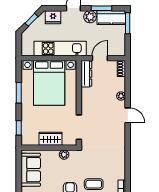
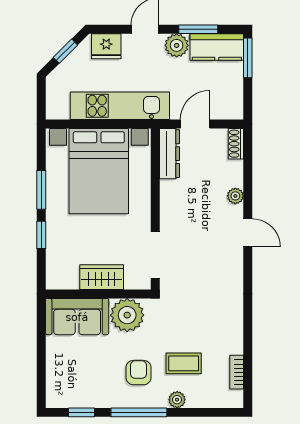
window: (19, 128) -> (41, 235), moved
plant: (64, 155) -> (127, 315), width x1.88, depth x1.88
sofa: (31, 170) -> (77, 317), moved, turned 90

